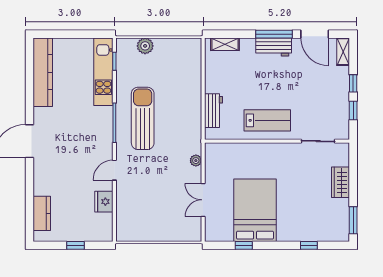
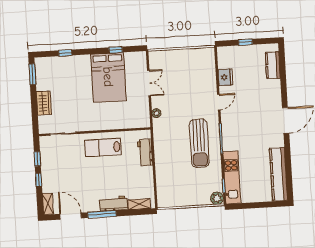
plant: (145, 46) -> (217, 198), moved
workbench: (274, 47) -> (114, 204), moved

